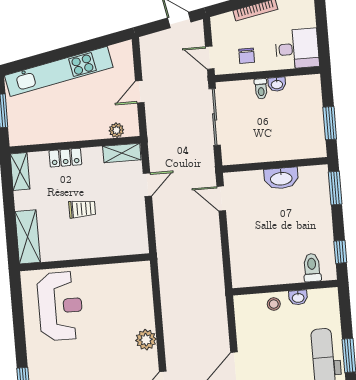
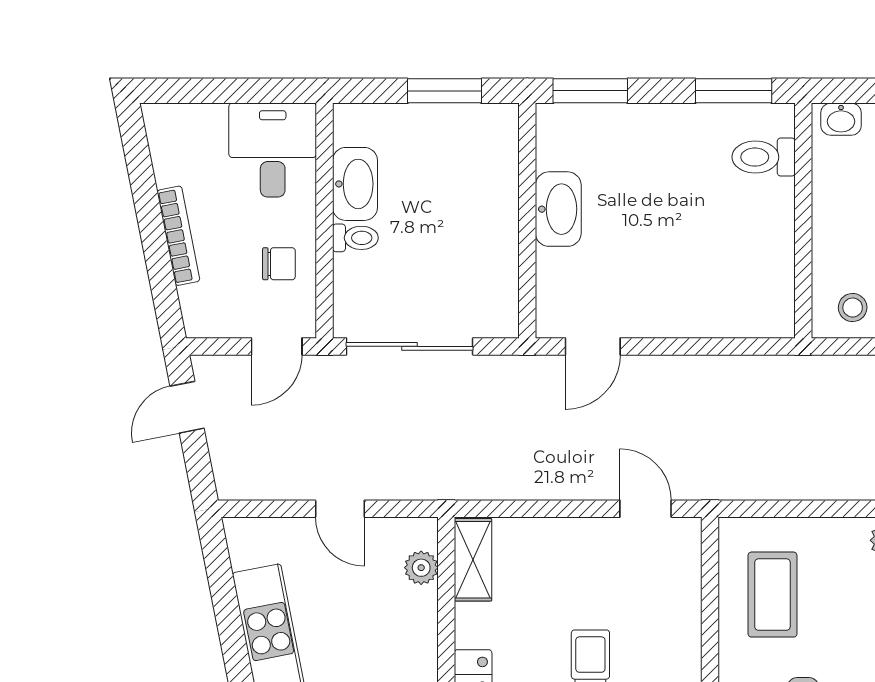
washbasin: (277, 84) -> (355, 184), width x1.91, depth x1.45
door: (147, 185) -> (646, 509), moved
window: (340, 252) -> (734, 91), width x1.50
coffee table: (117, 288) -> (772, 595), added
washbasin: (298, 297) -> (841, 119), moved, turned 90
stool: (274, 304) -> (853, 308), moved

